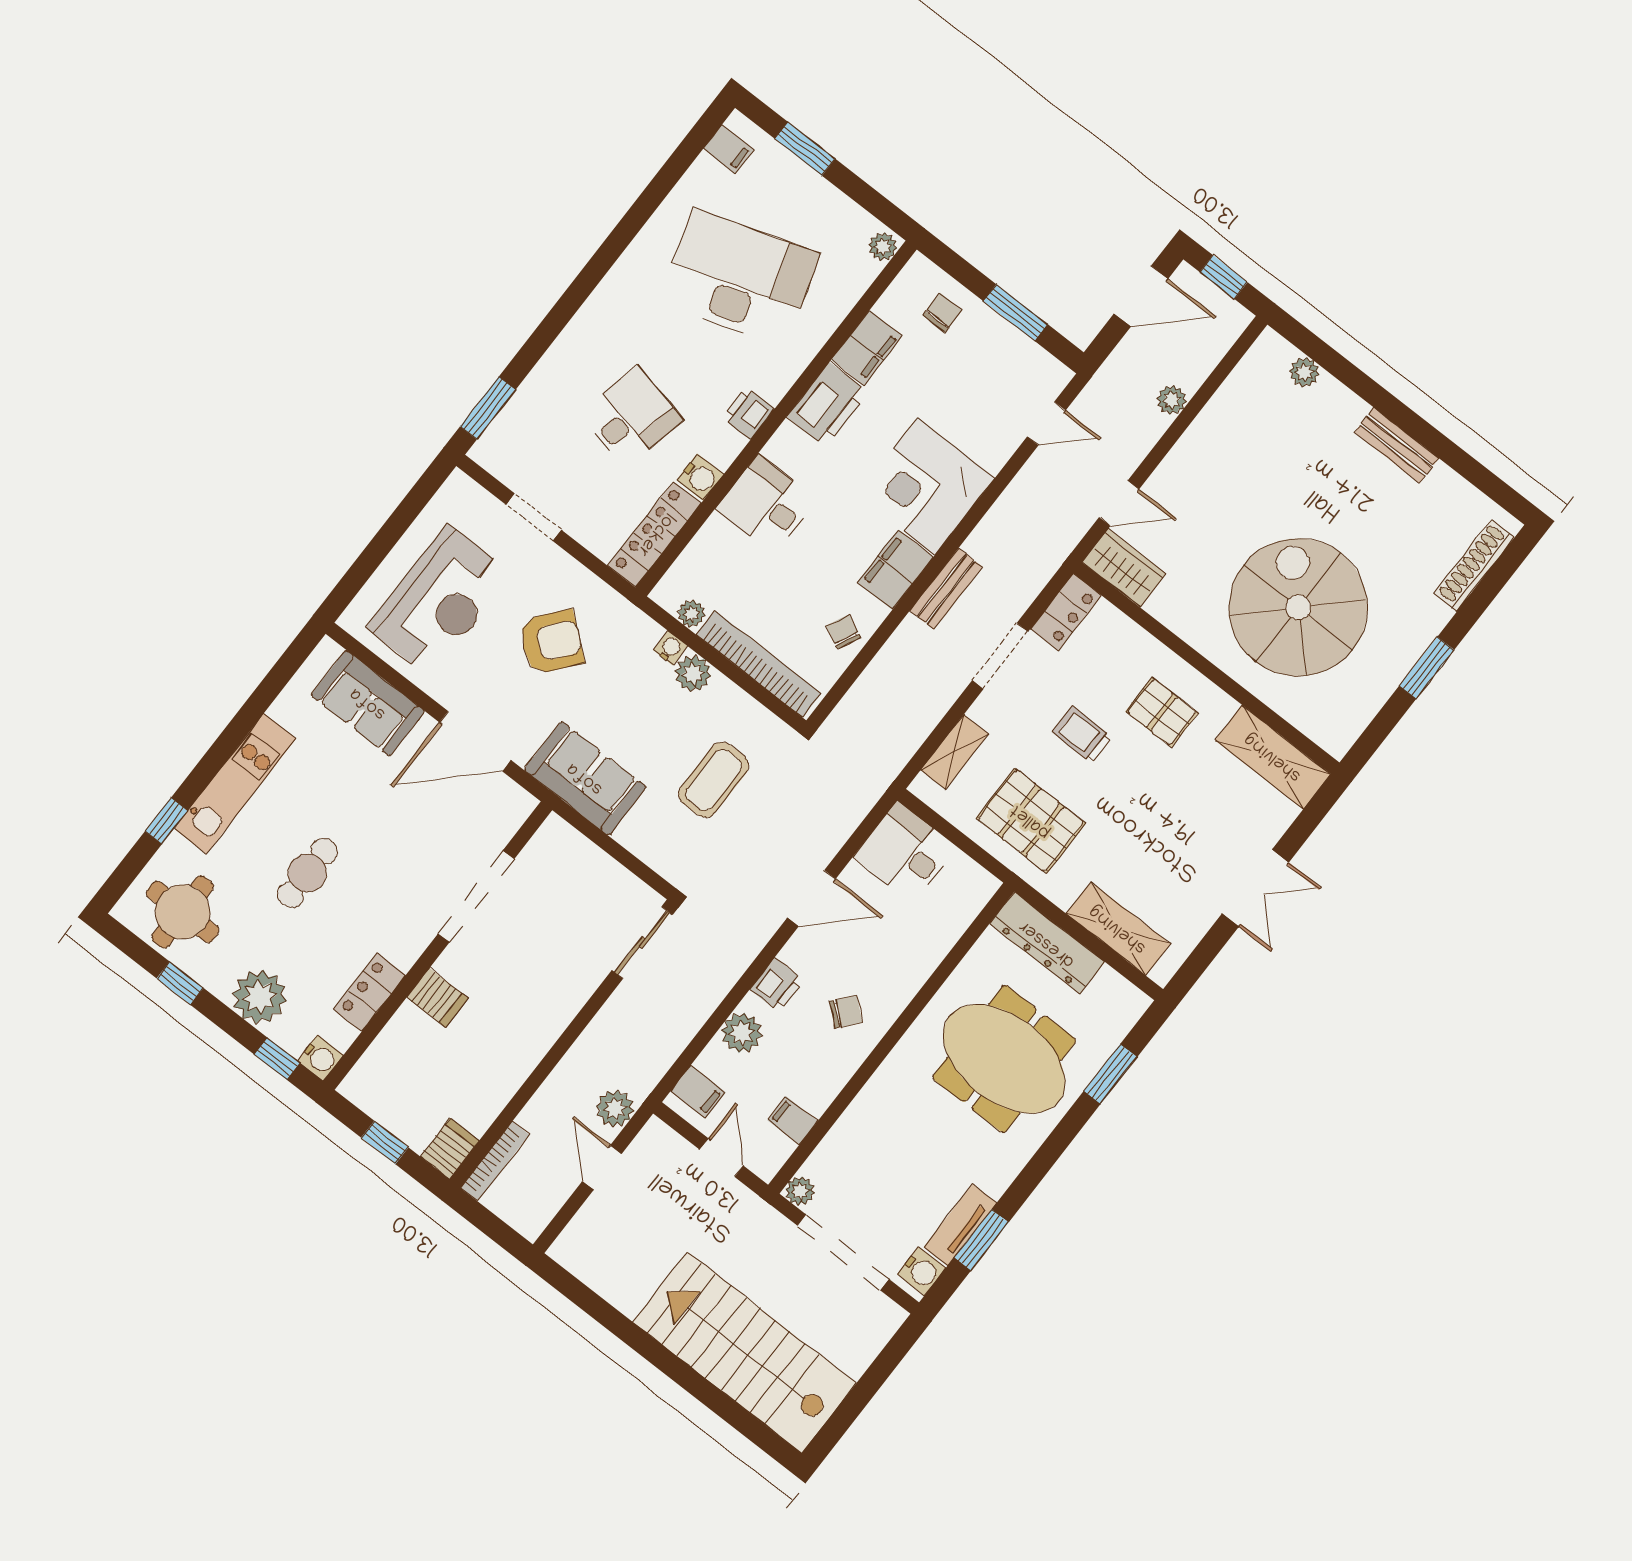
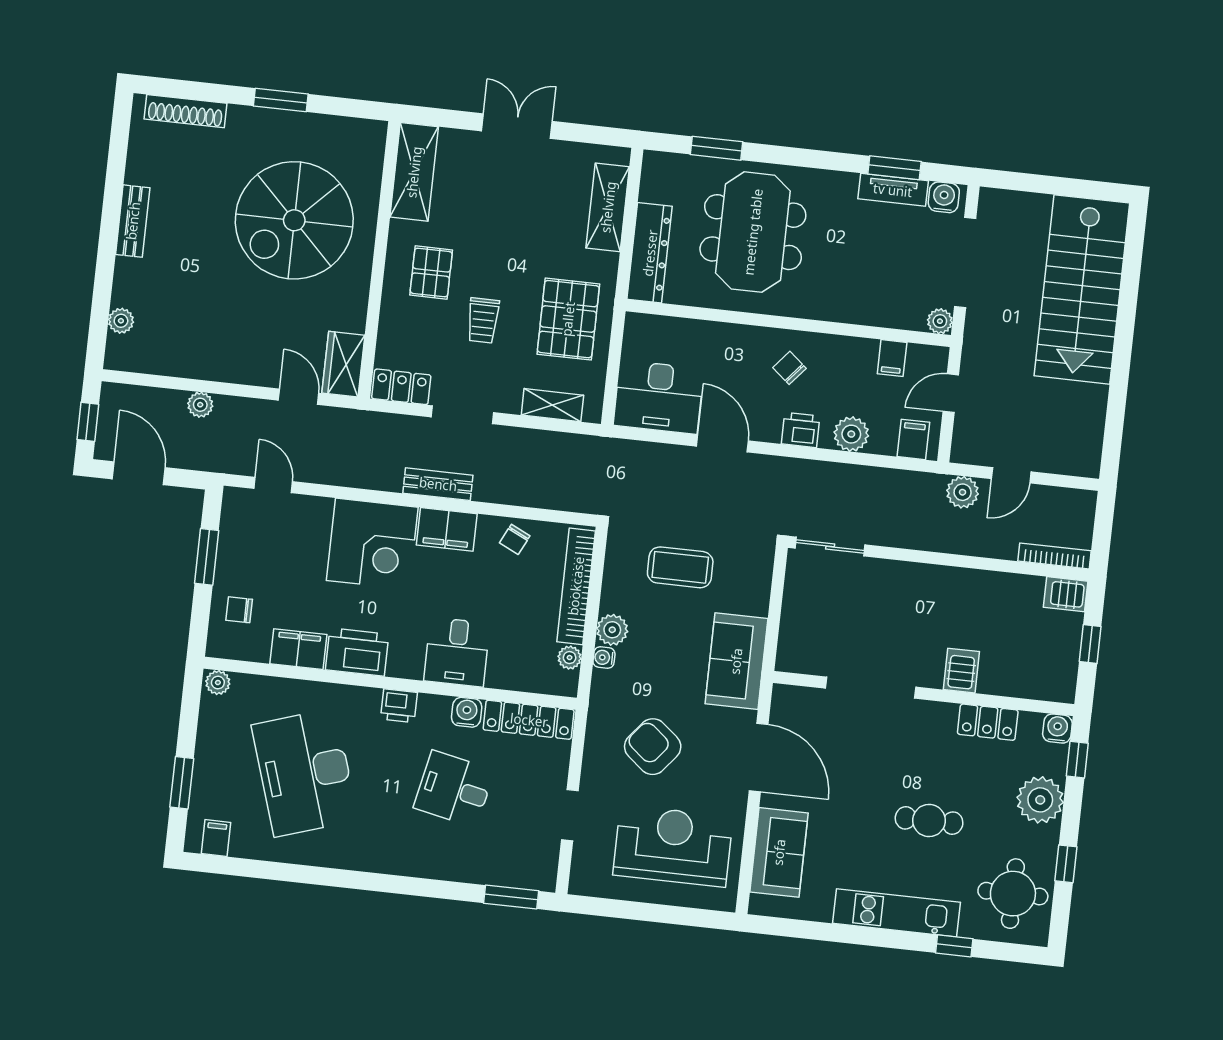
desk: (906, 852) -> (659, 397), width x1.37

